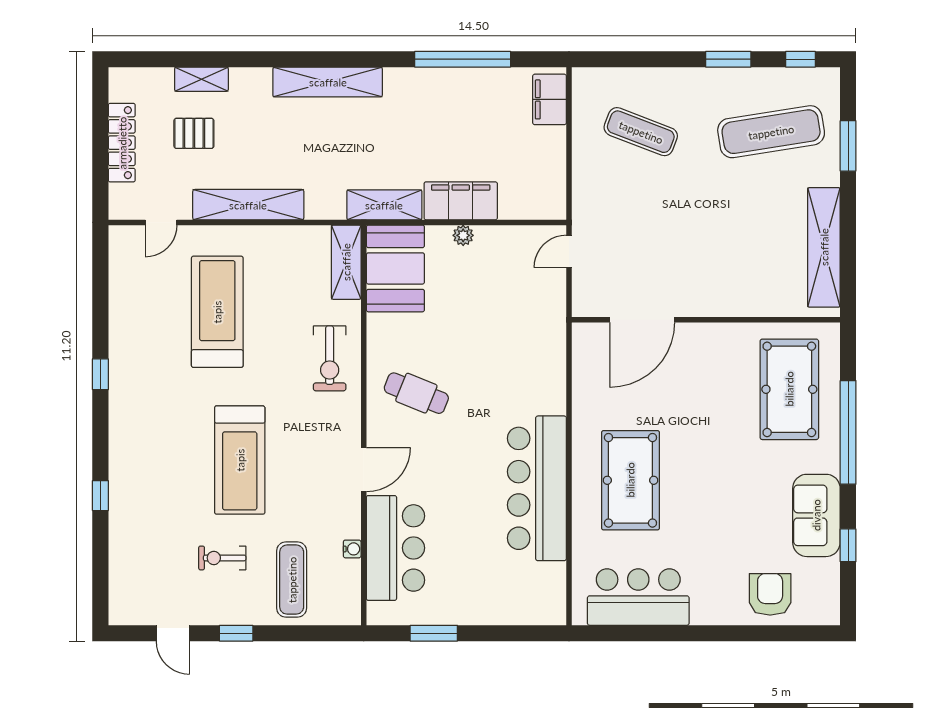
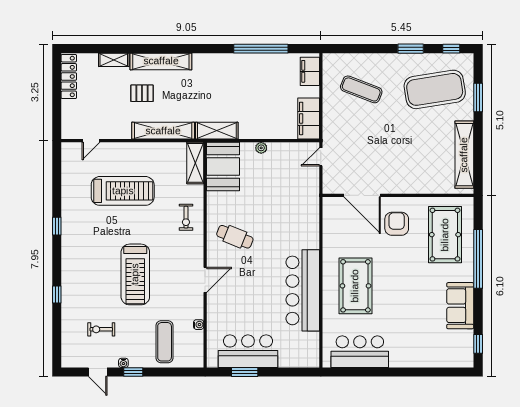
shelving: (328, 82) -> (161, 61), moved
exercise mat: (771, 132) -> (435, 89), width x1.47
pallet: (194, 133) -> (142, 93), moved
locker: (122, 143) -> (69, 76), moved
filing cabinet: (461, 201) -> (309, 118), moved, turned -90
shelving: (248, 205) -> (163, 131), moved
treadmill: (217, 312) -> (123, 191), turned 90
door: (642, 320) -> (362, 195), hinge flipped
exercise bike: (330, 358) -> (186, 217), width x0.73, depth x0.72
window: (848, 545) -> (478, 344), moved
bar counter: (395, 548) -> (248, 351), moved, turned -90
exercise bike: (222, 558) -> (101, 329), moved
armchair: (770, 594) -> (397, 224), moved
water cooler: (219, 617) -> (123, 363), added

